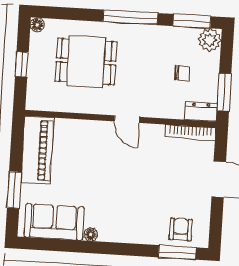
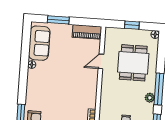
plant: (145, 33) -> (150, 98), added
door: (127, 119) -> (101, 61), moved
piano: (37, 150) -> (87, 32), width x0.73, depth x0.75

